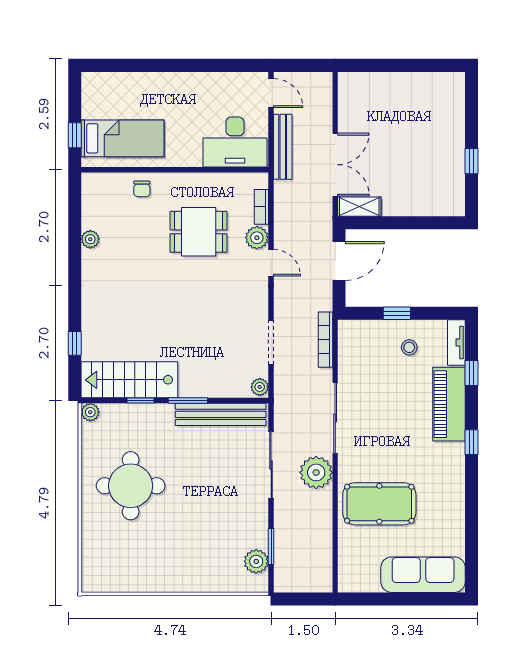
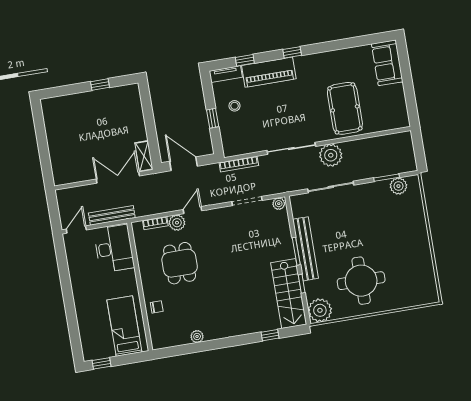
window: (75, 135) -> (102, 363), moved
plant: (90, 412) -> (320, 310), width x1.87, depth x1.87
bench: (221, 414) -> (306, 249), moved
sofa: (423, 575) -> (387, 63), width x0.73

